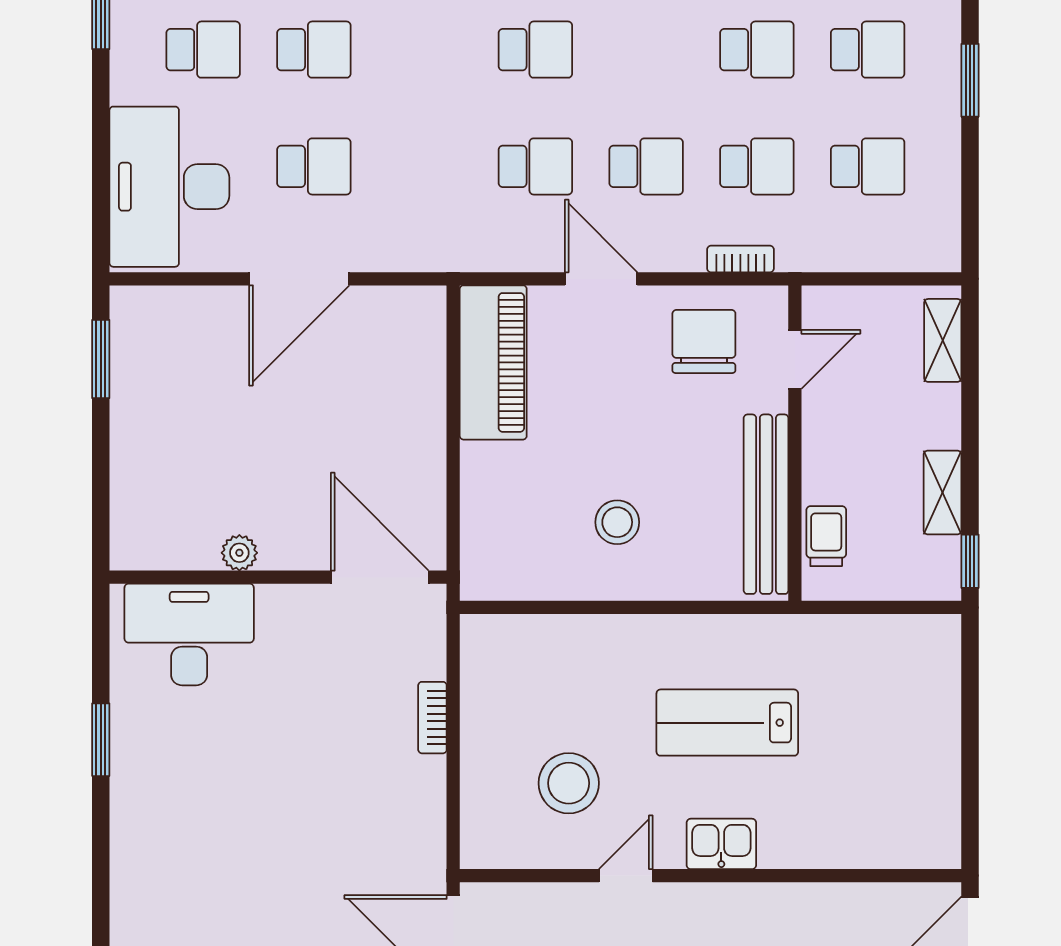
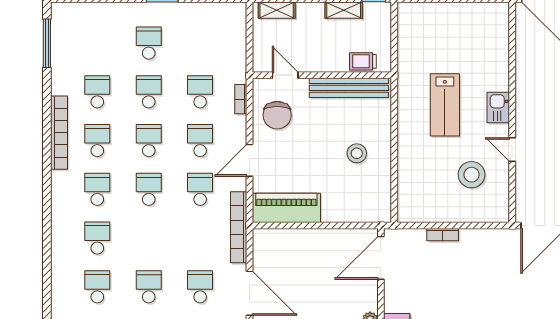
school desk: (868, 166) -> (149, 141), moved
bookcase: (449, 254) -> (239, 227), added
chair: (704, 341) -> (277, 115), turned -90

